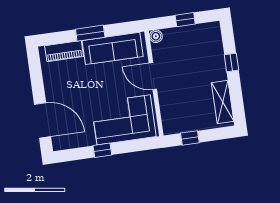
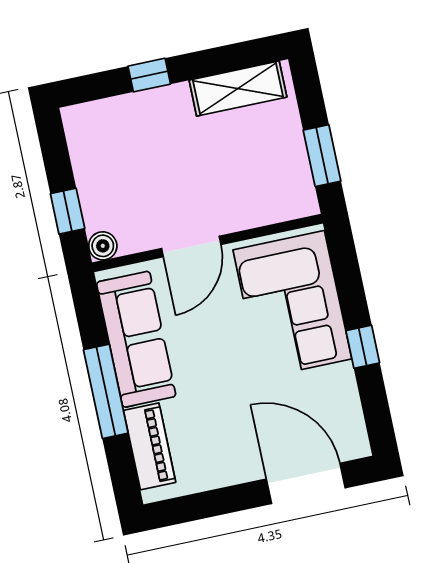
window: (185, 20) -> (68, 211), moved
window: (90, 33) -> (106, 391), width x1.44
door: (43, 120) -> (306, 483), hinge flipped
window: (190, 138) -> (322, 156), width x1.50

